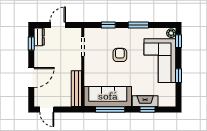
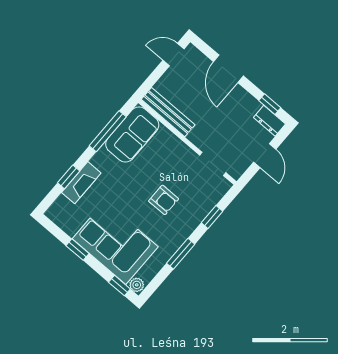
sofa: (108, 96) -> (132, 134), width x0.73

